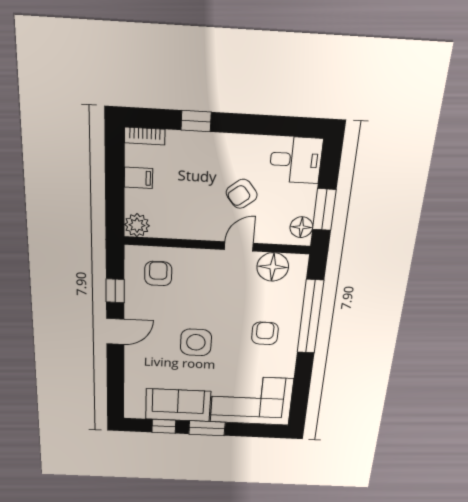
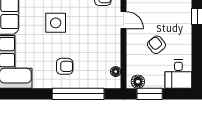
door: (239, 246) -> (123, 20), moved
floor lamp: (273, 267) -> (116, 72), width x0.53, depth x0.53

